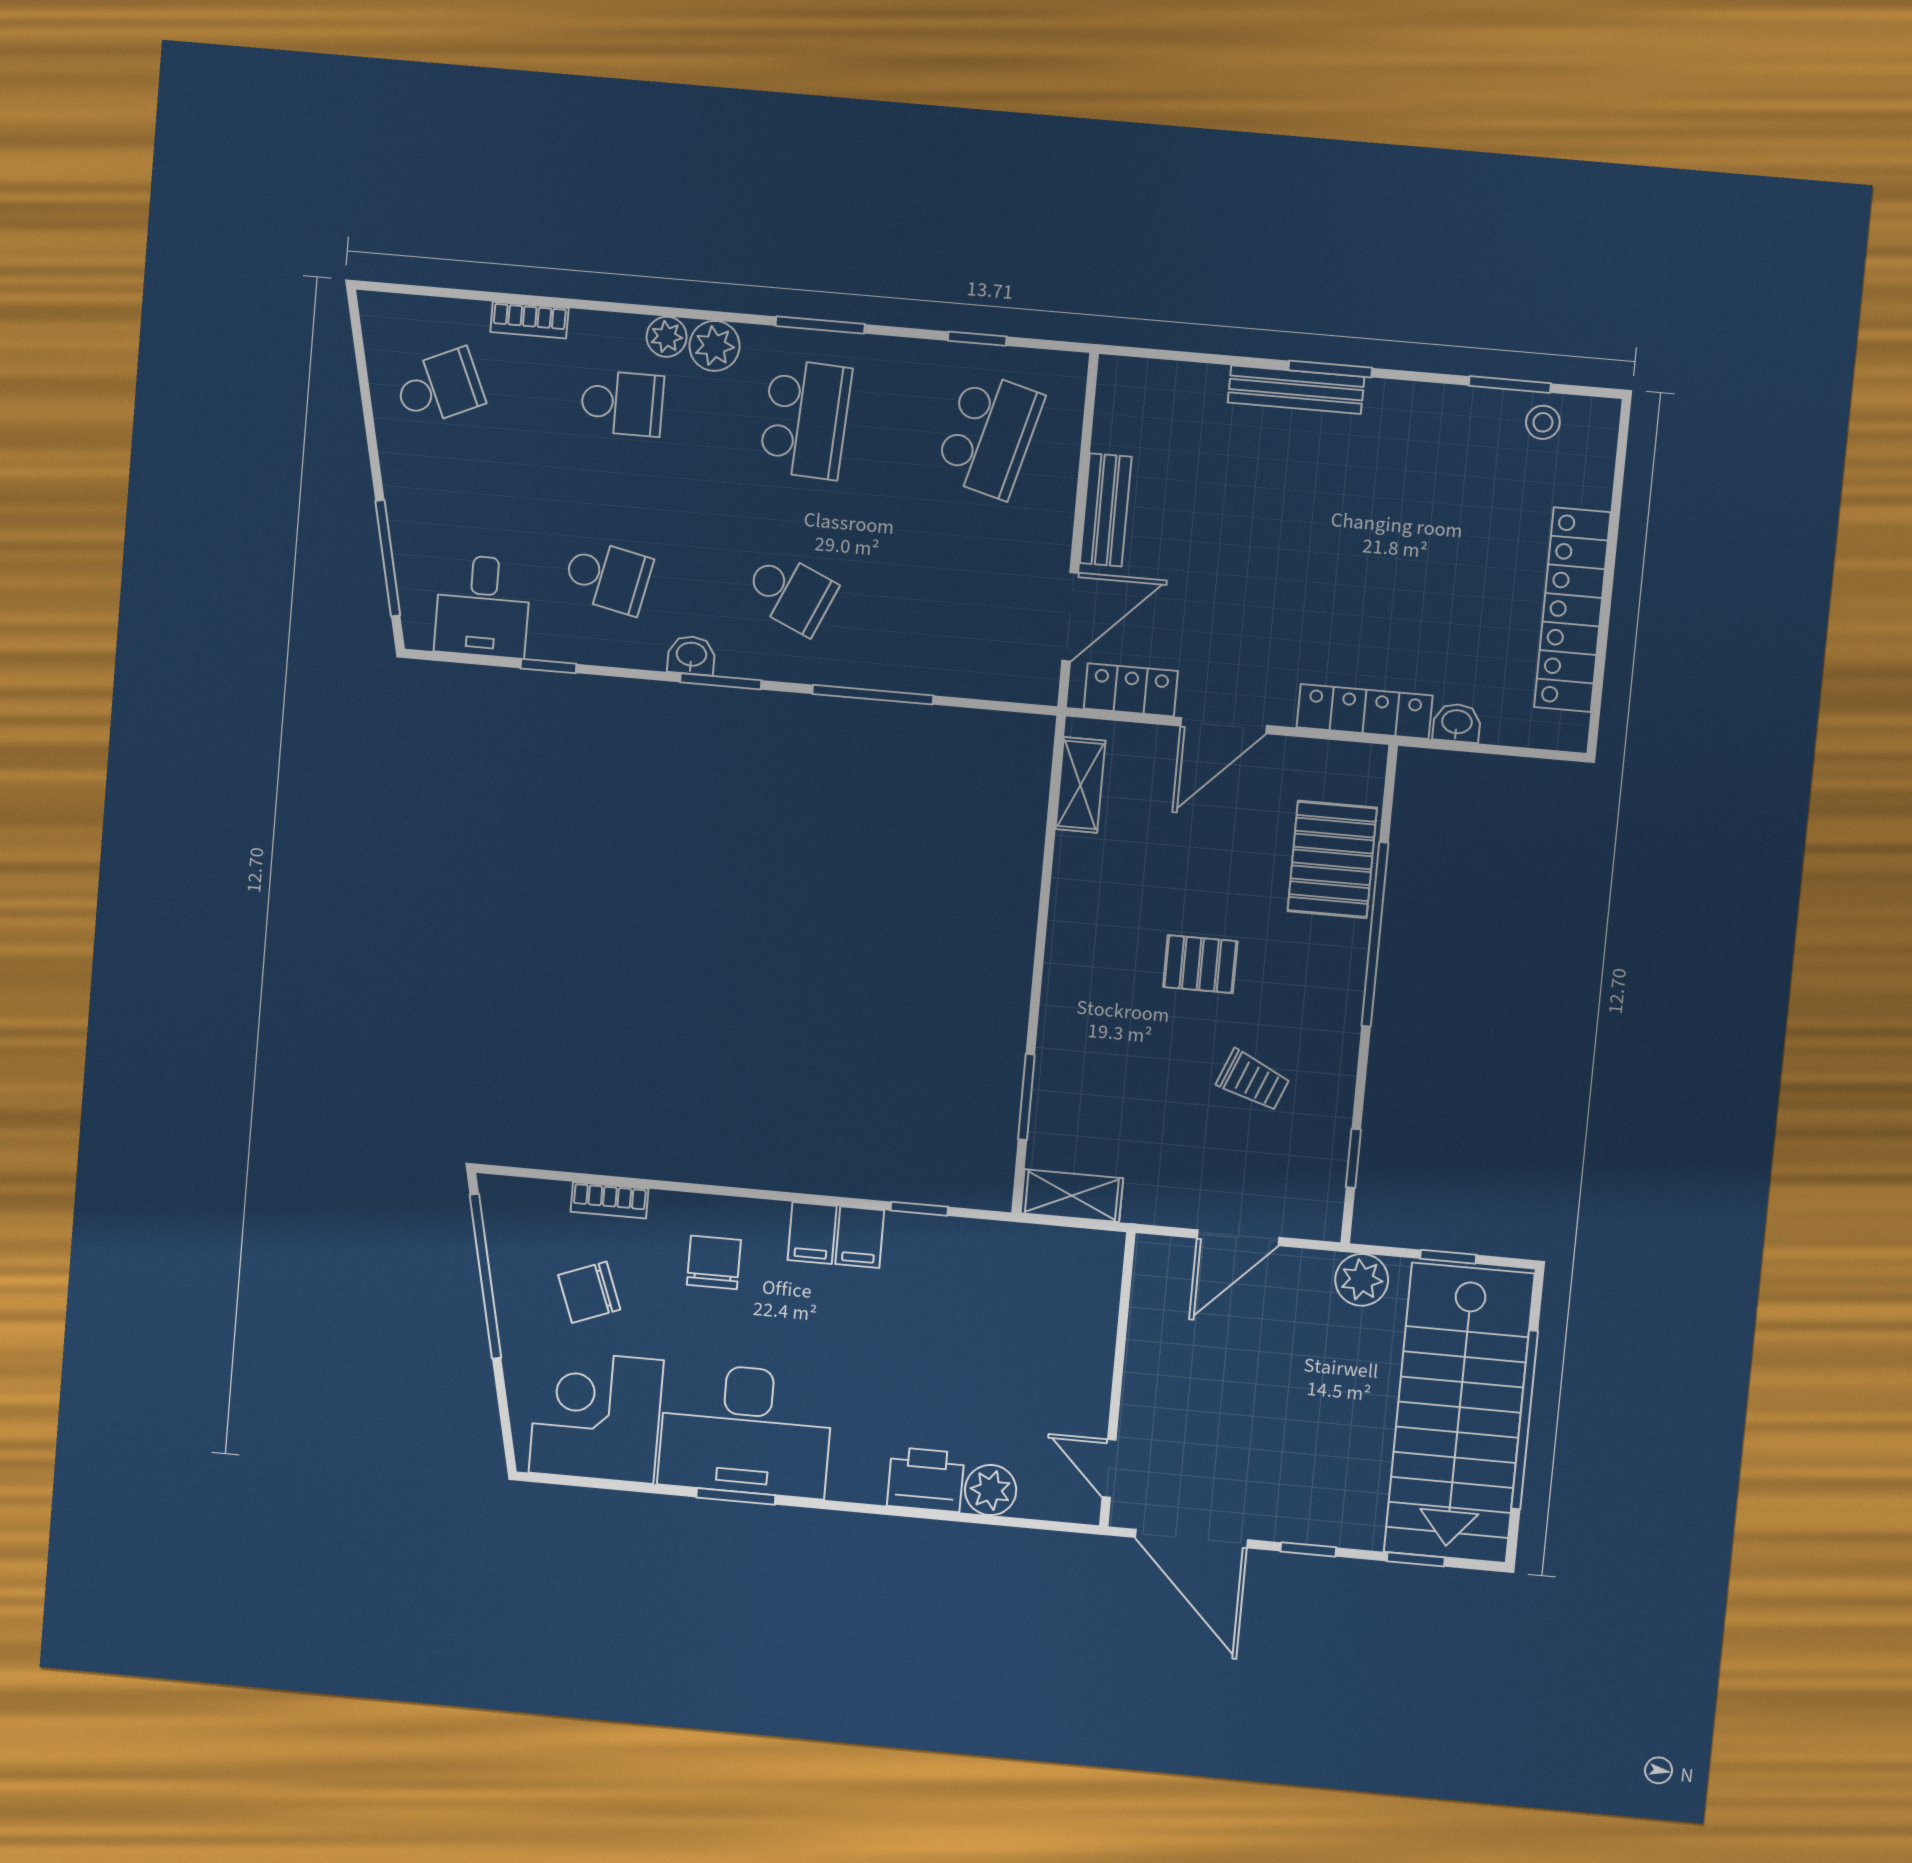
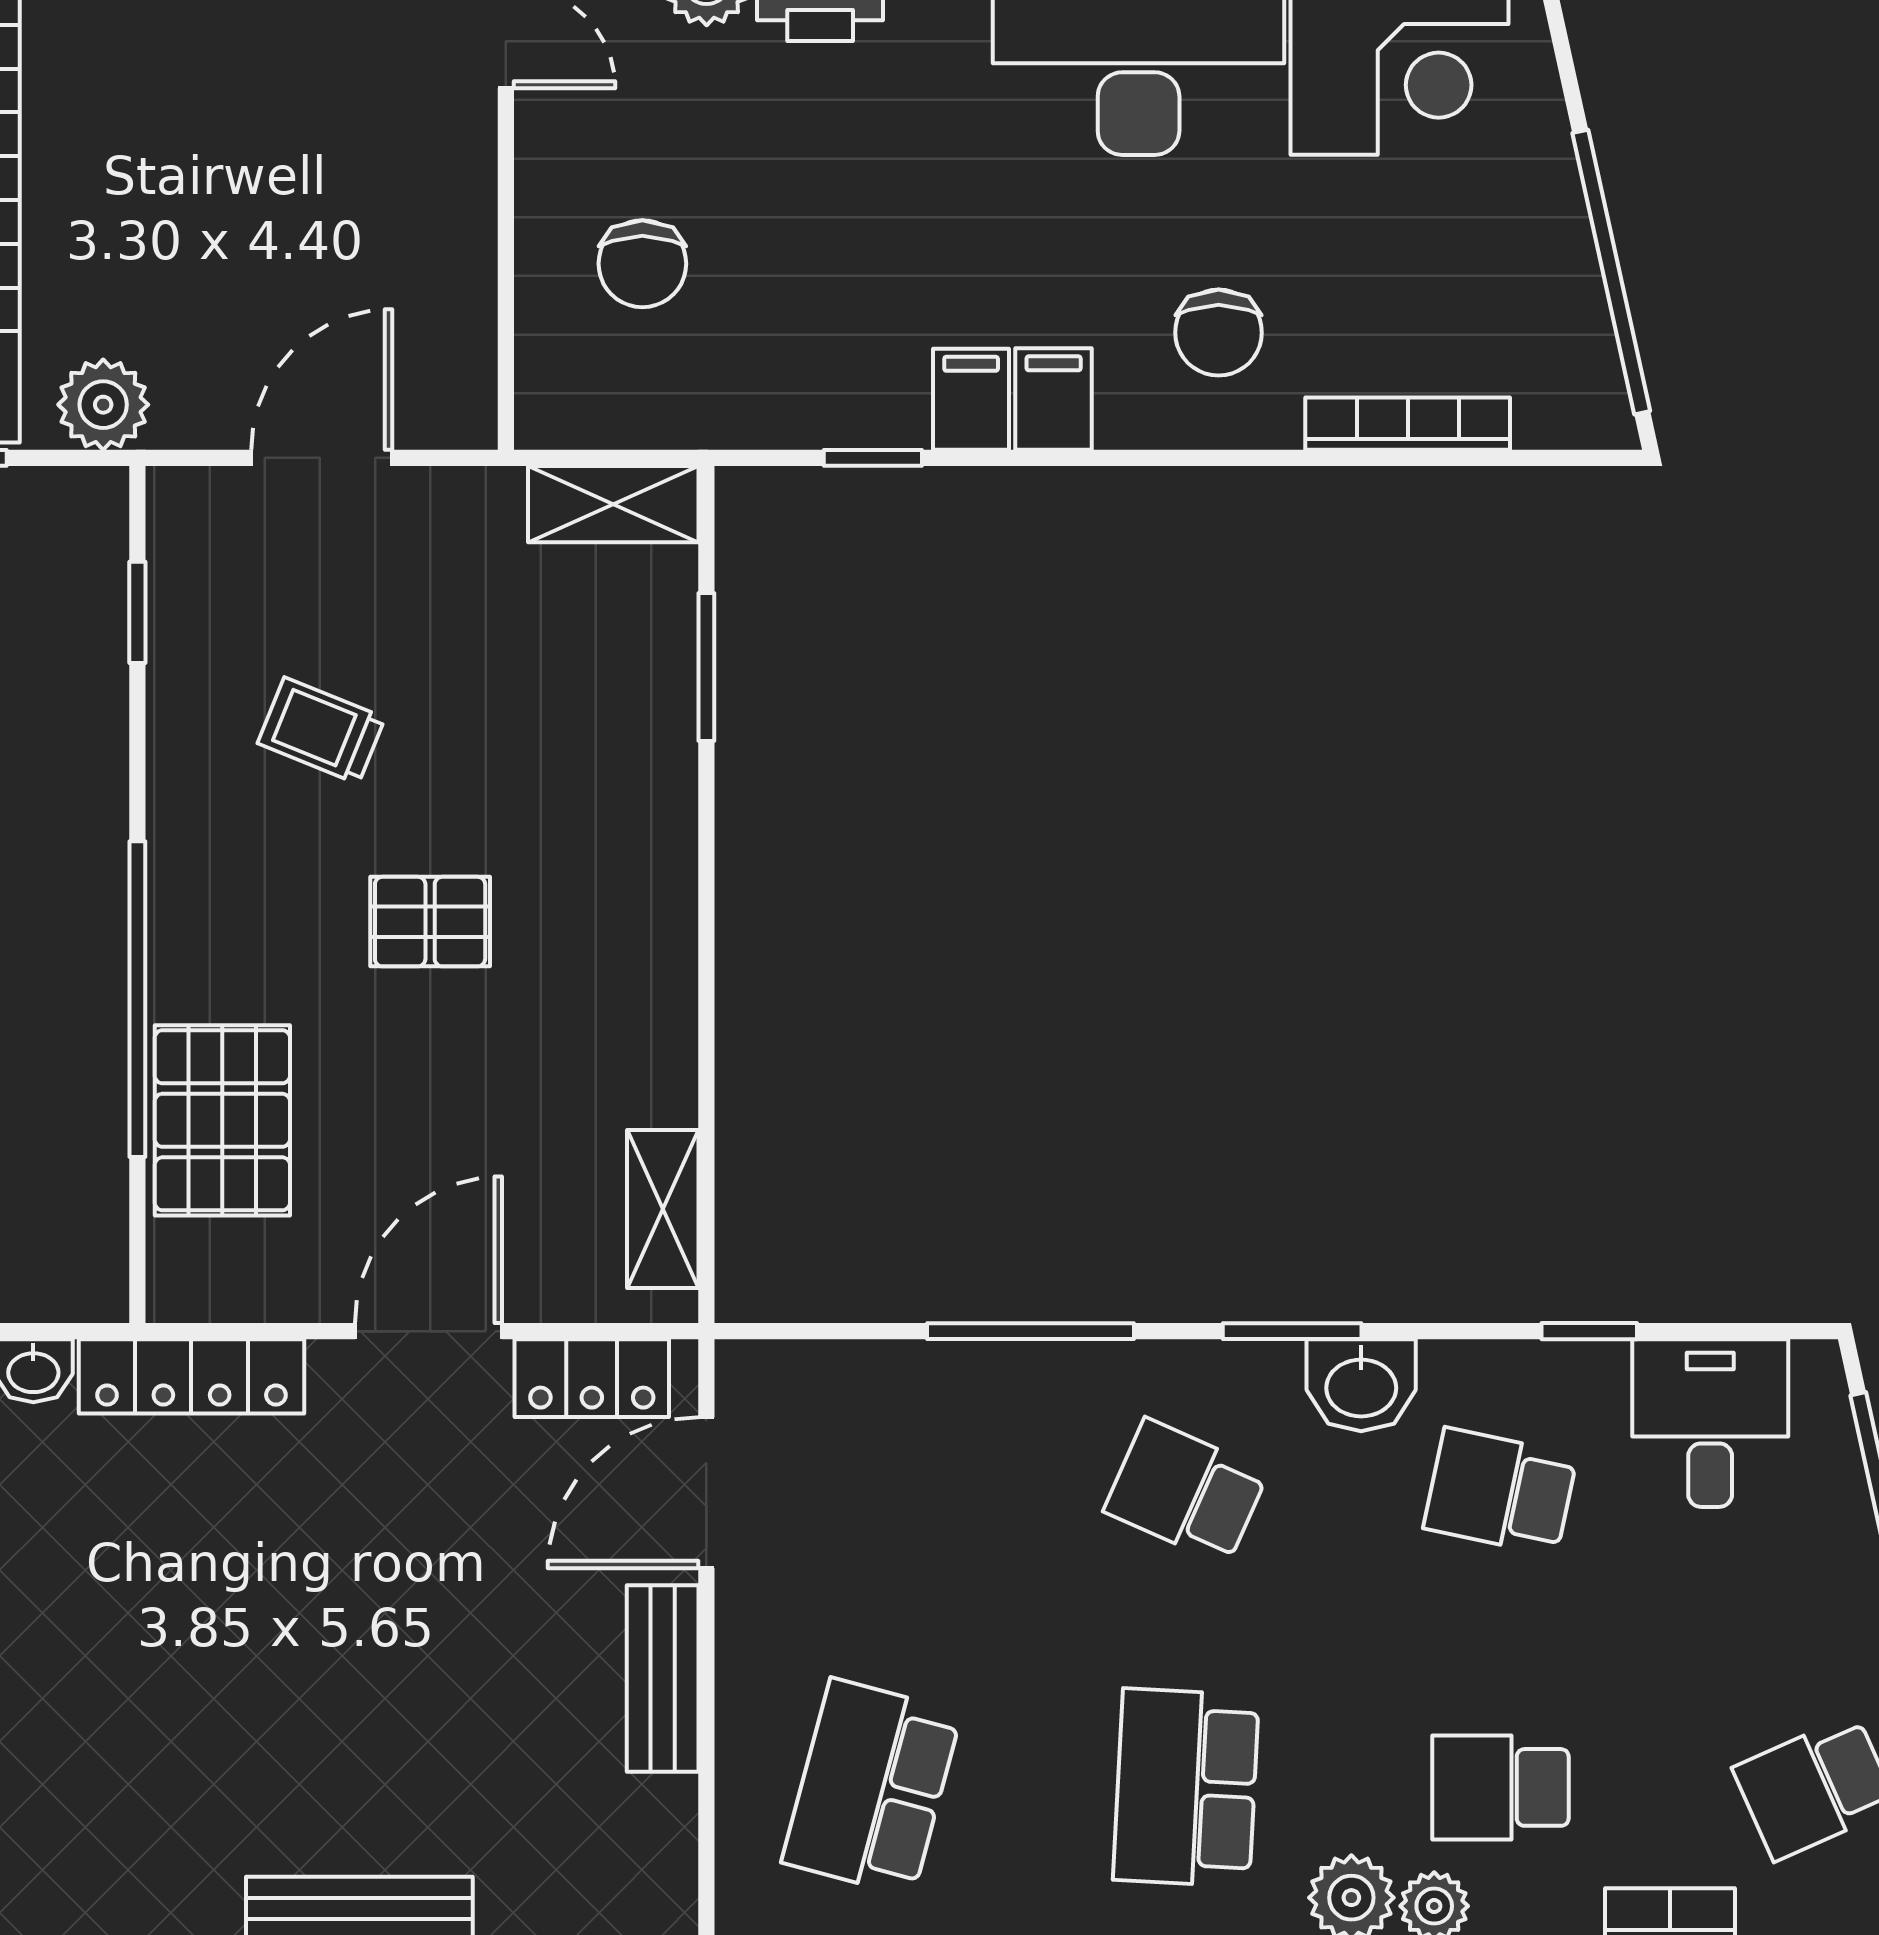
washbasin: (691, 655) -> (1361, 1385), width x1.38, depth x1.45
bookcase: (610, 1200) -> (1408, 424), width x1.56
chair: (589, 1292) -> (642, 264), moved, turned 111

